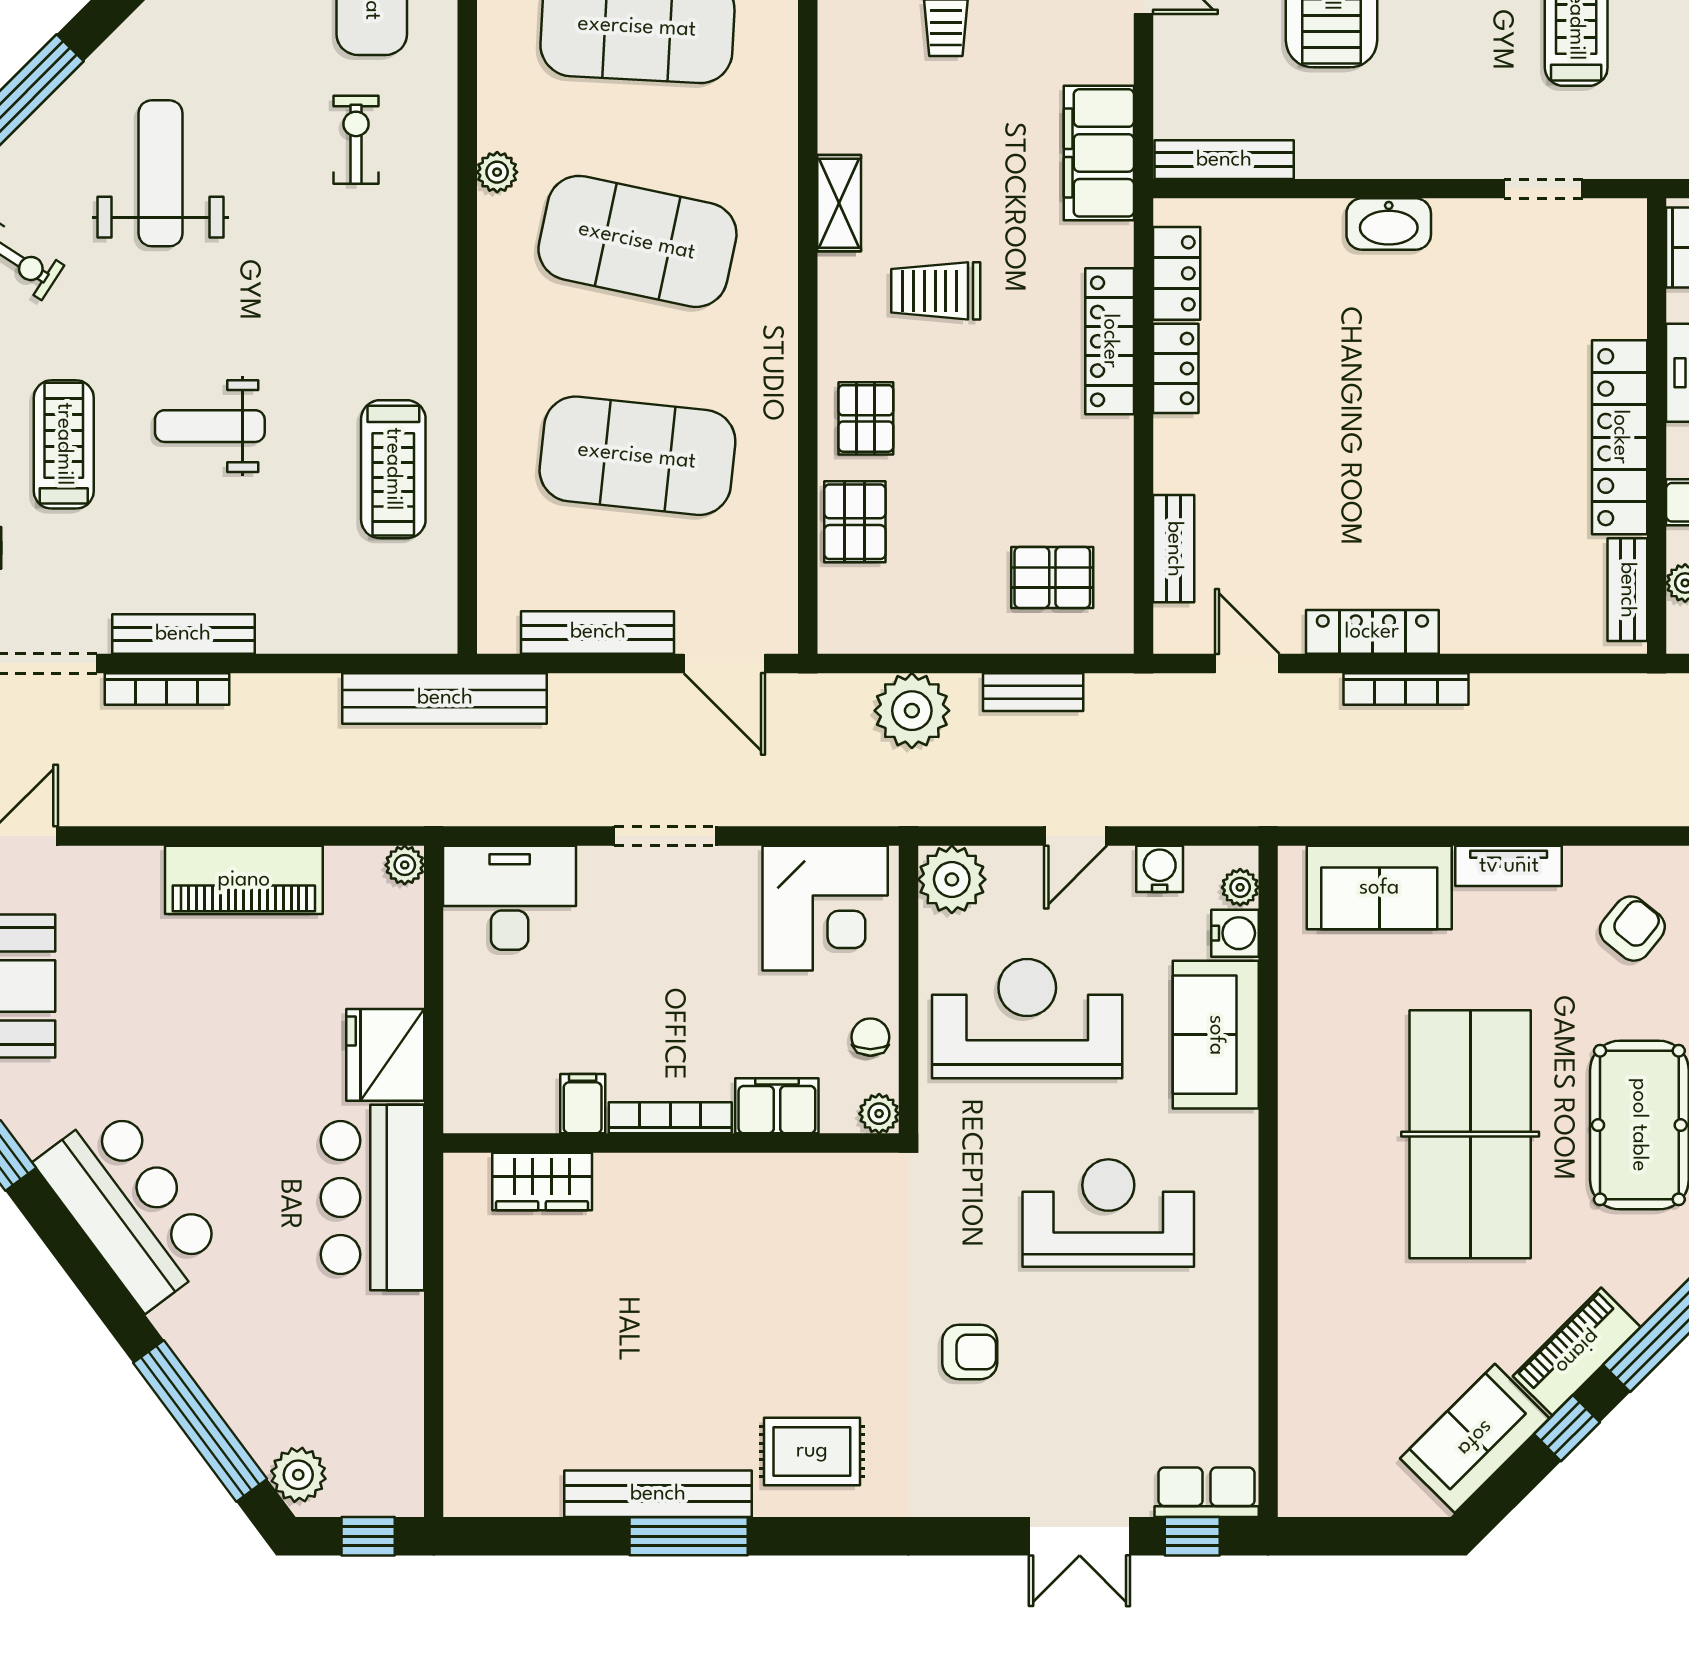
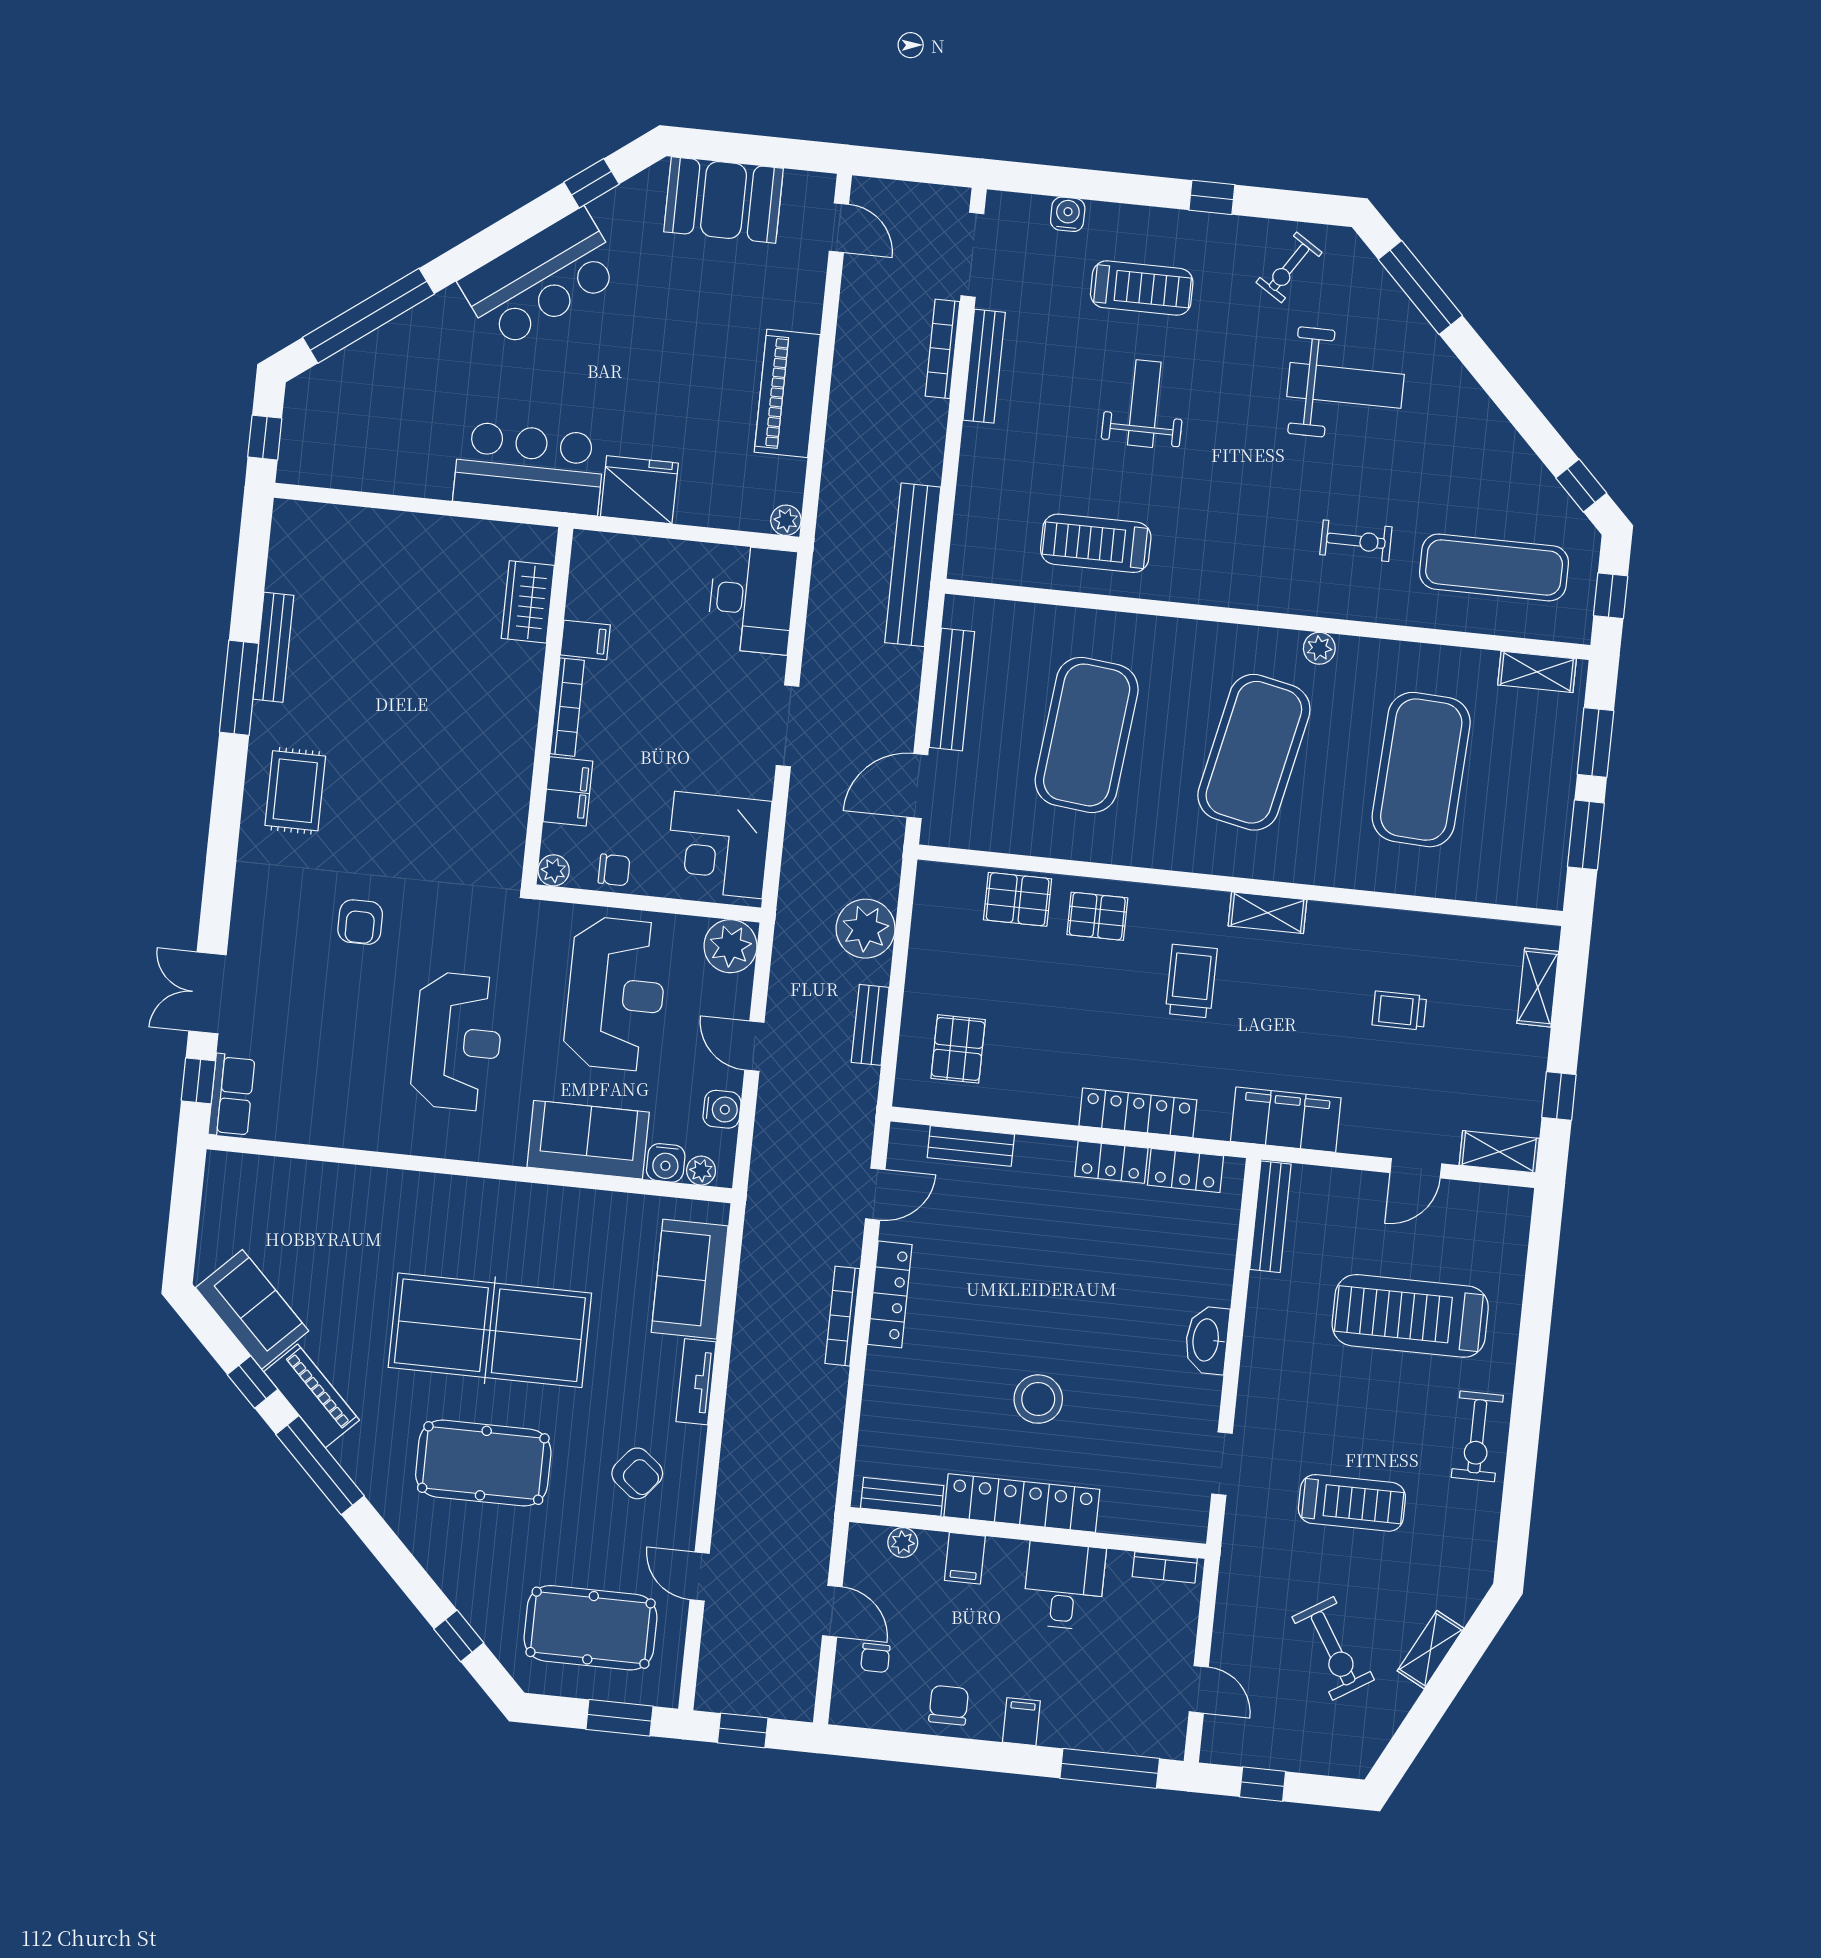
stool: (1486, 430) -> (1038, 1399), added
plant: (298, 1475) -> (318, 388), removed
bench: (658, 1494) -> (273, 647), width x0.73, depth x0.82

